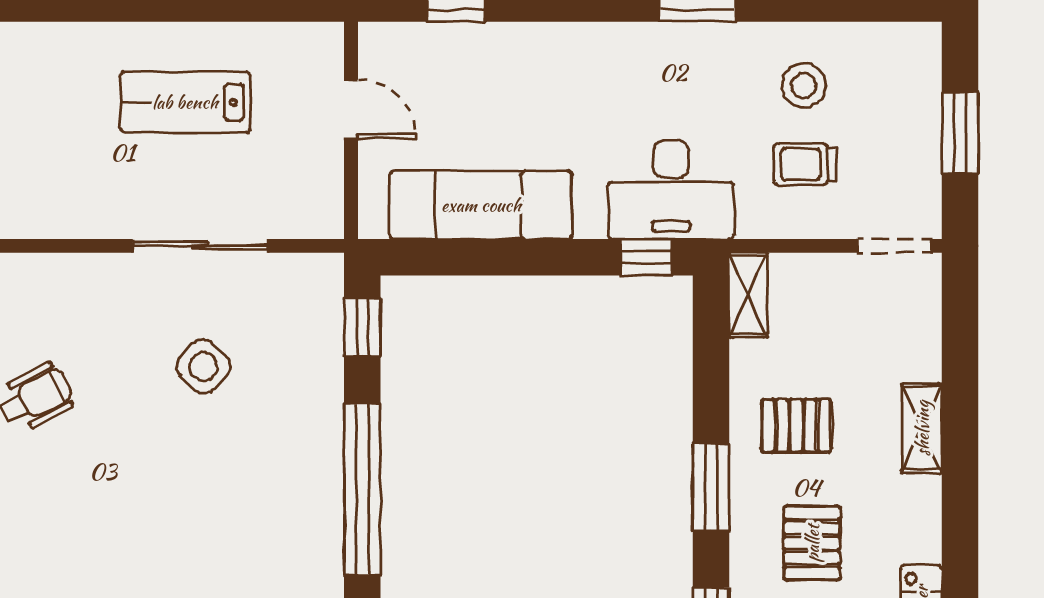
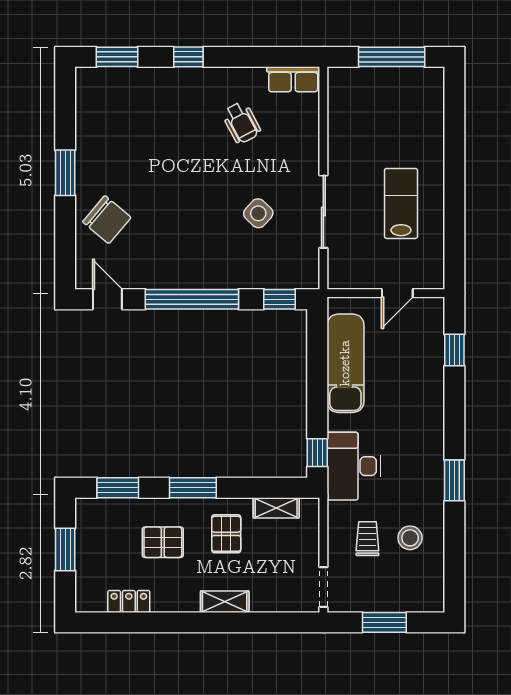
shelving: (748, 295) -> (276, 508), moved

